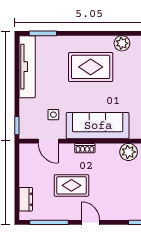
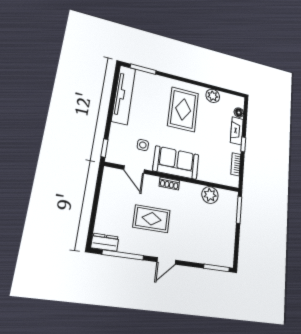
rug: (91, 67) -> (183, 109), turned 90
sofa: (98, 126) -> (176, 163), width x0.73
dresser: (26, 199) -> (105, 242), moved, turned -90
door: (91, 222) -> (166, 261), swing flipped

